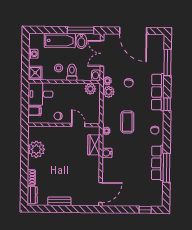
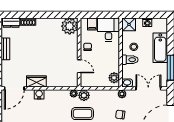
bidet: (81, 41) -> (160, 69), removed
plant: (109, 92) -> (84, 95), moved
door: (78, 125) -> (79, 66), hinge flipped
wardrobe: (94, 145) -> (36, 82), moved
plant: (36, 149) -> (70, 26), moved
water cooler: (107, 153) -> (39, 94), moved
door: (100, 193) -> (14, 88), hinge flipped

